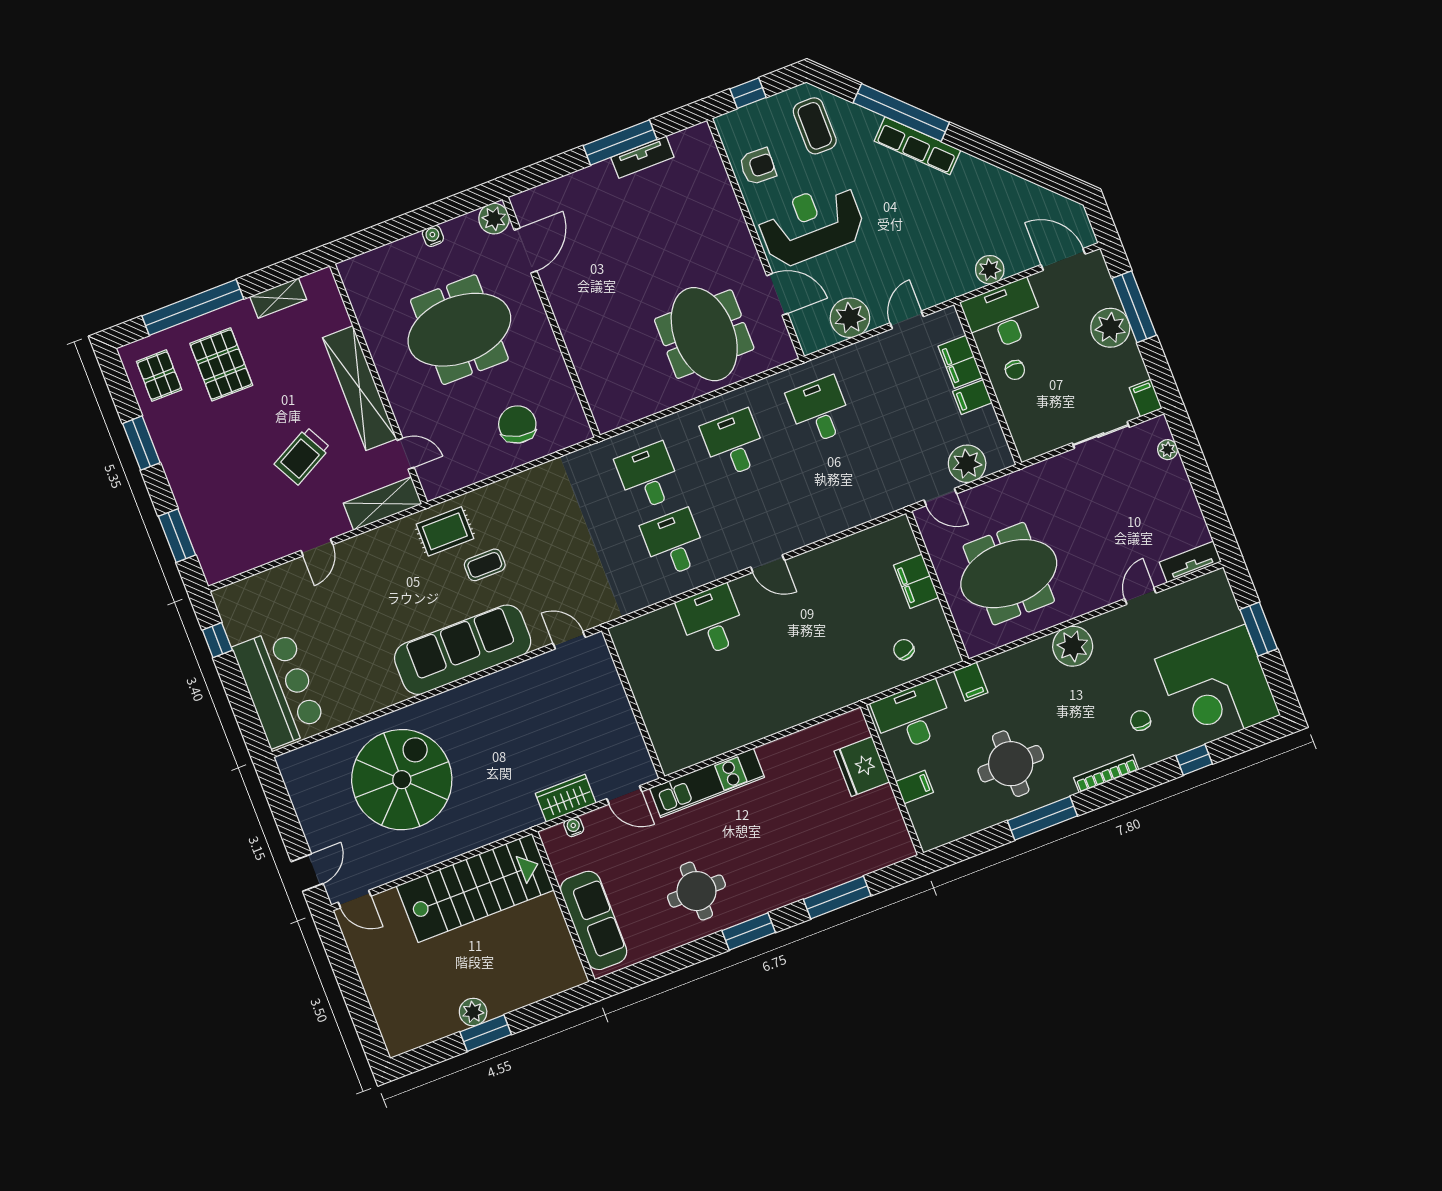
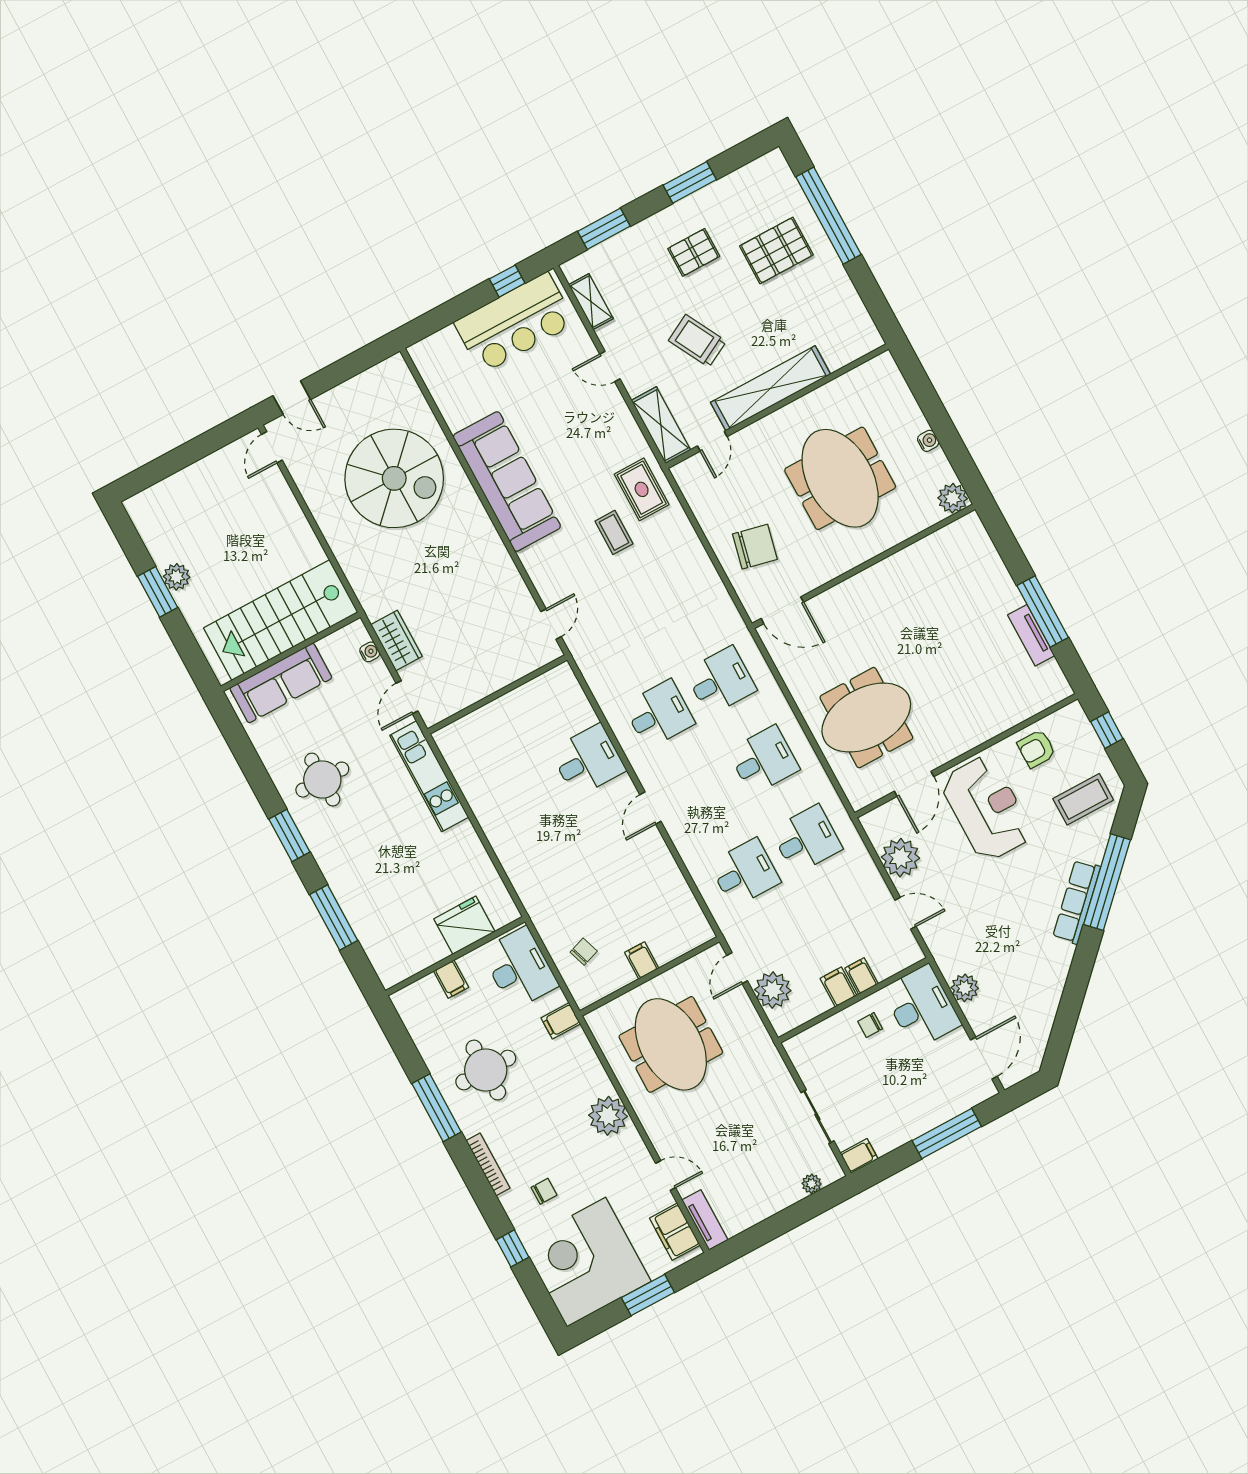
armchair: (758, 166) -> (1036, 749), turned 88
door: (525, 250) -> (782, 610), moved
shelving: (278, 298) -> (591, 302), moved
plant: (1110, 328) -> (923, 1113), removed
filing cabinet: (960, 362) -> (861, 976), width x0.50
pallet: (159, 376) -> (694, 252), moved
desk: (845, 477) -> (745, 873), added
filing cabinet: (916, 581) -> (642, 960), width x0.50
filing cabinet: (1198, 594) -> (675, 1232), added
sofa: (463, 650) -> (507, 481), moved
bar counter: (279, 687) -> (515, 323), moved
stairs: (475, 888) -> (281, 620), moved, turned 90

